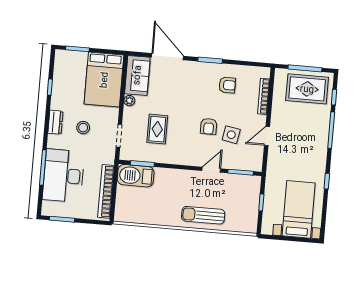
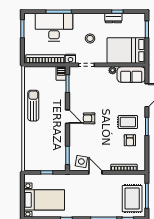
dresser: (55, 122) -> (113, 18), moved
armchair: (209, 126) -> (89, 118), moved
rug: (157, 129) -> (128, 122), moved
side table: (231, 135) -> (81, 161), moved
nightstand: (109, 157) -> (70, 59), added
door: (211, 170) -> (67, 117), moved
barbecue: (136, 176) -> (61, 73), width x0.53, depth x0.65
sun lounger: (203, 215) -> (33, 106), moved

